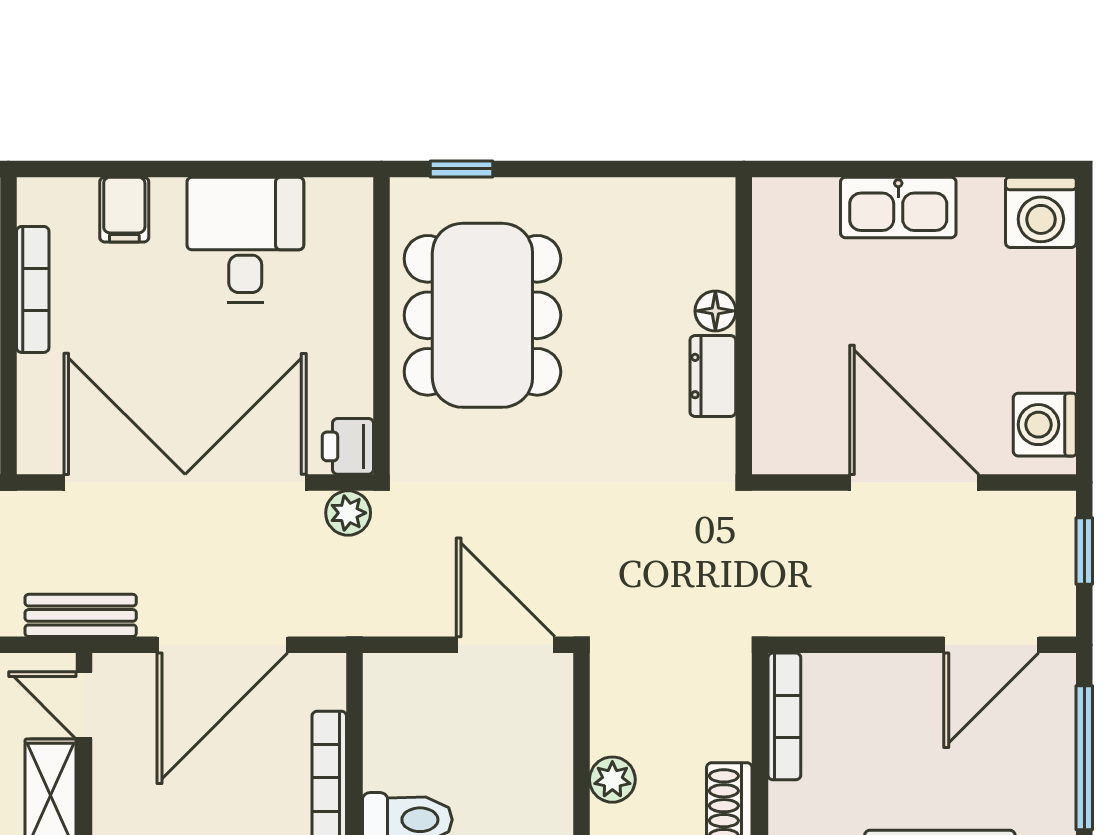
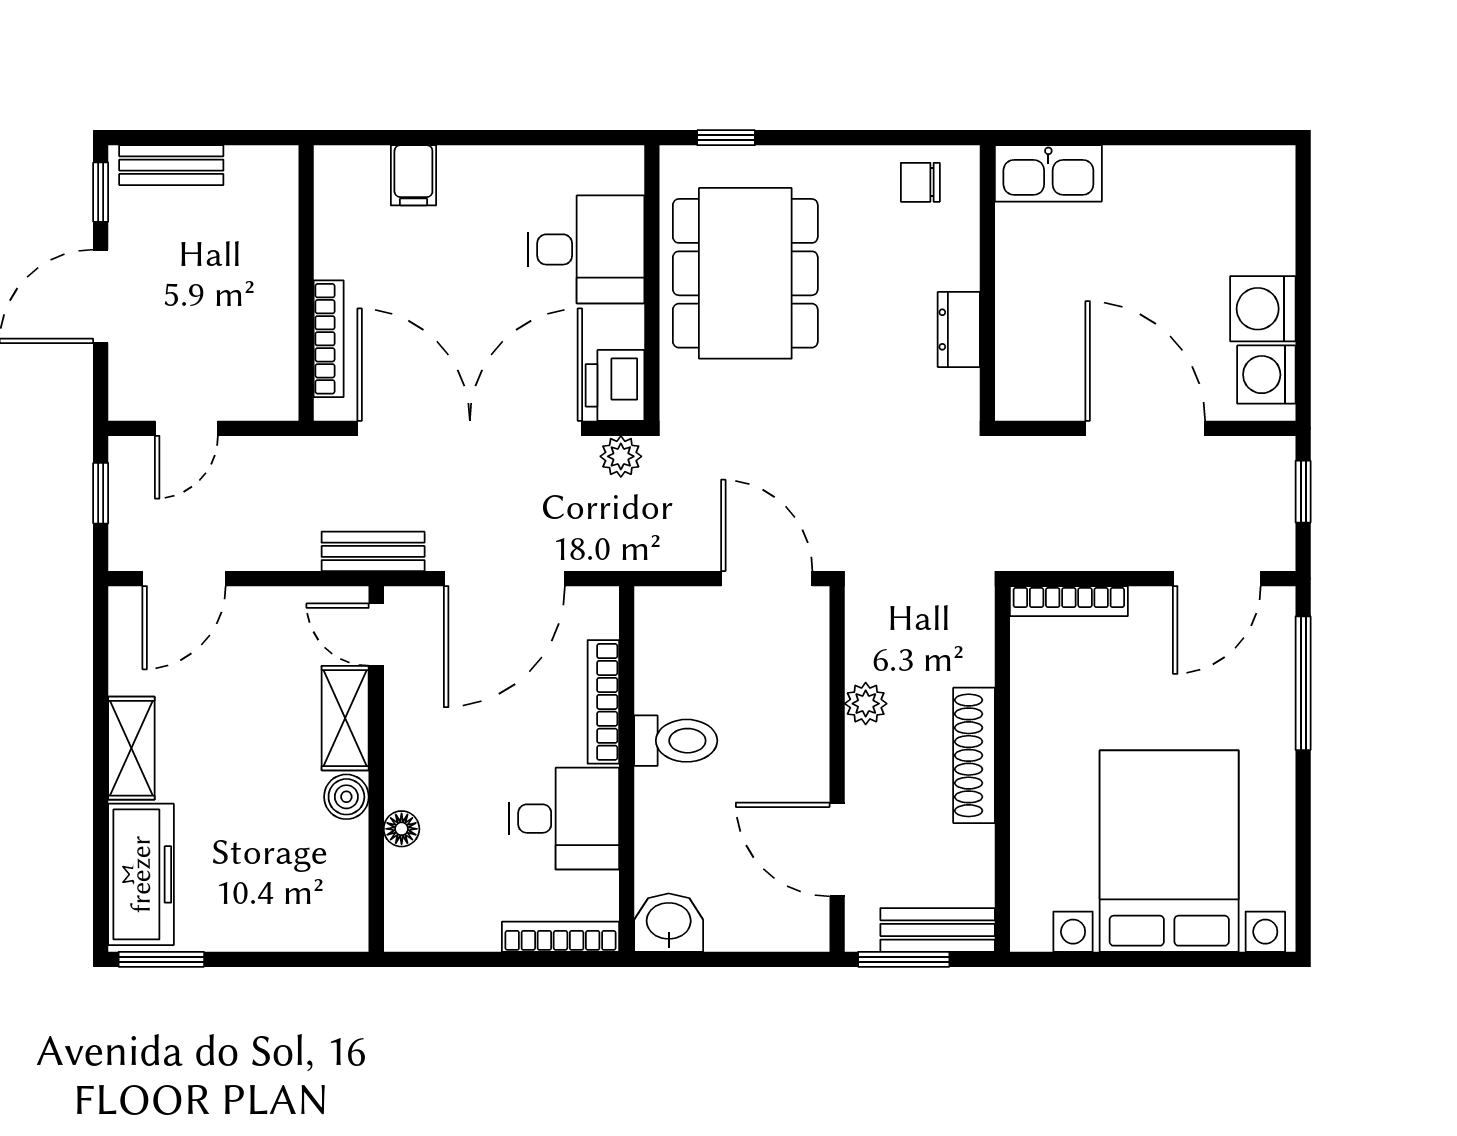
kitchen sink: (898, 208) -> (1048, 173), moved
washing machine: (1041, 212) -> (1263, 309), moved, turned 90
chair: (671, 217) -> (920, 182), added
desk: (245, 240) -> (586, 249), moved, turned 90
bookcase: (33, 289) -> (329, 339), moved
floor lamp: (715, 311) -> (961, 269), removed
printer: (348, 446) -> (615, 385), width x1.36, depth x1.24
bookcase: (784, 716) -> (1069, 601), moved, turned 90

